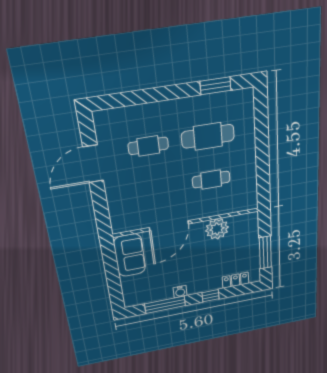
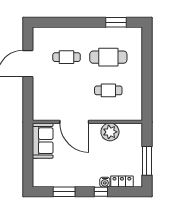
door: (169, 226) -> (74, 122), hinge flipped
water cooler: (180, 292) -> (105, 182), moved
window: (165, 305) -> (64, 192), width x0.69

